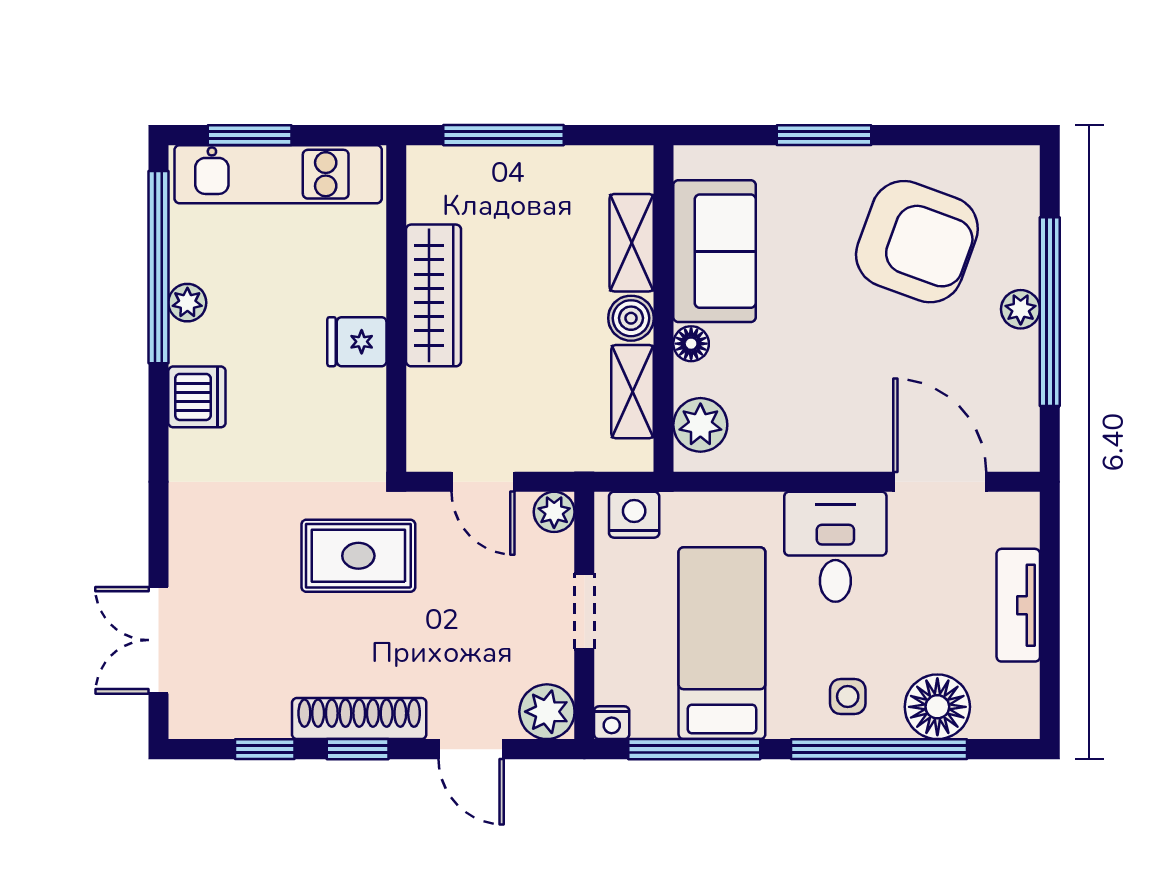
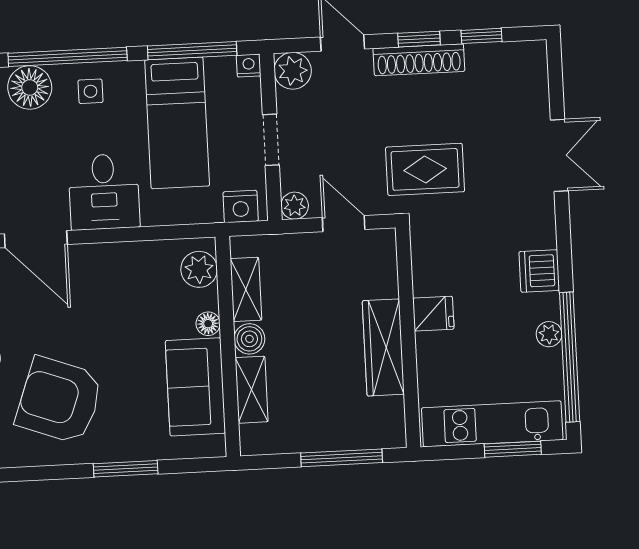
double door: (159, 640) -> (559, 155), moved

